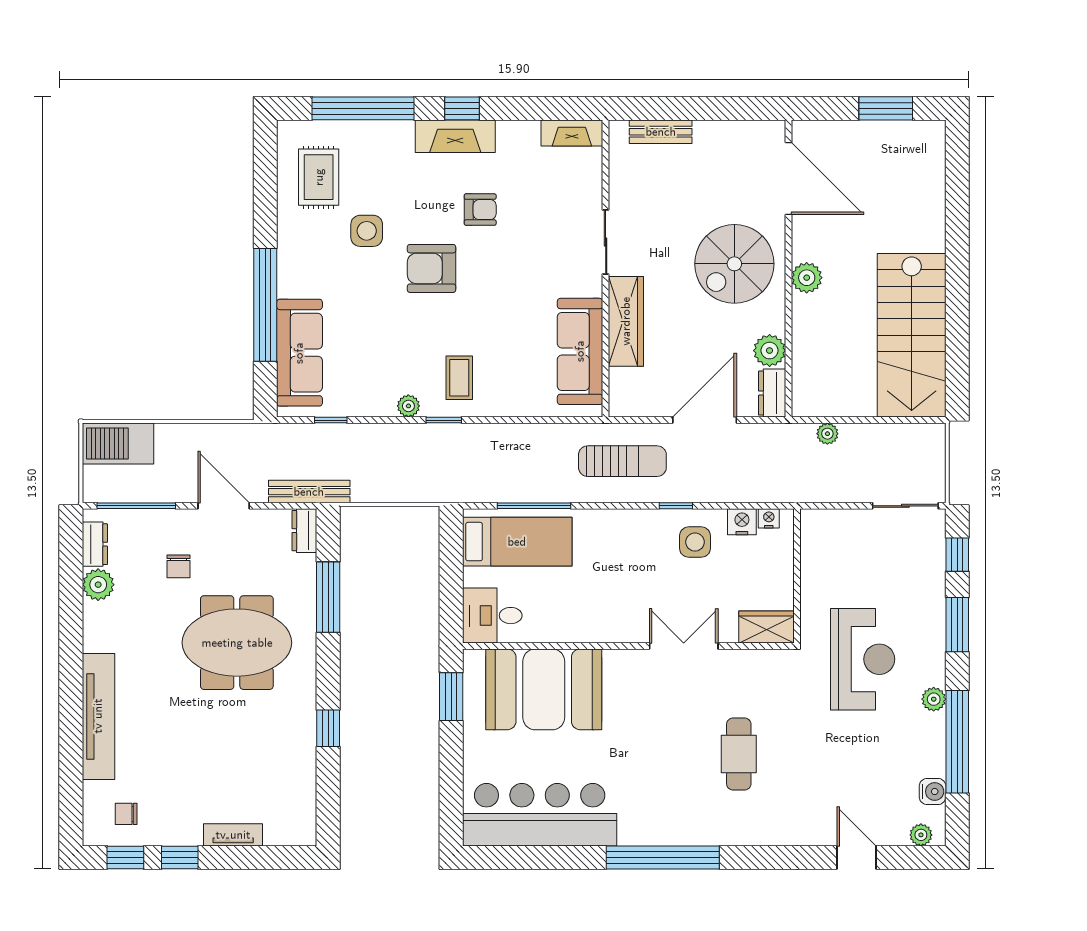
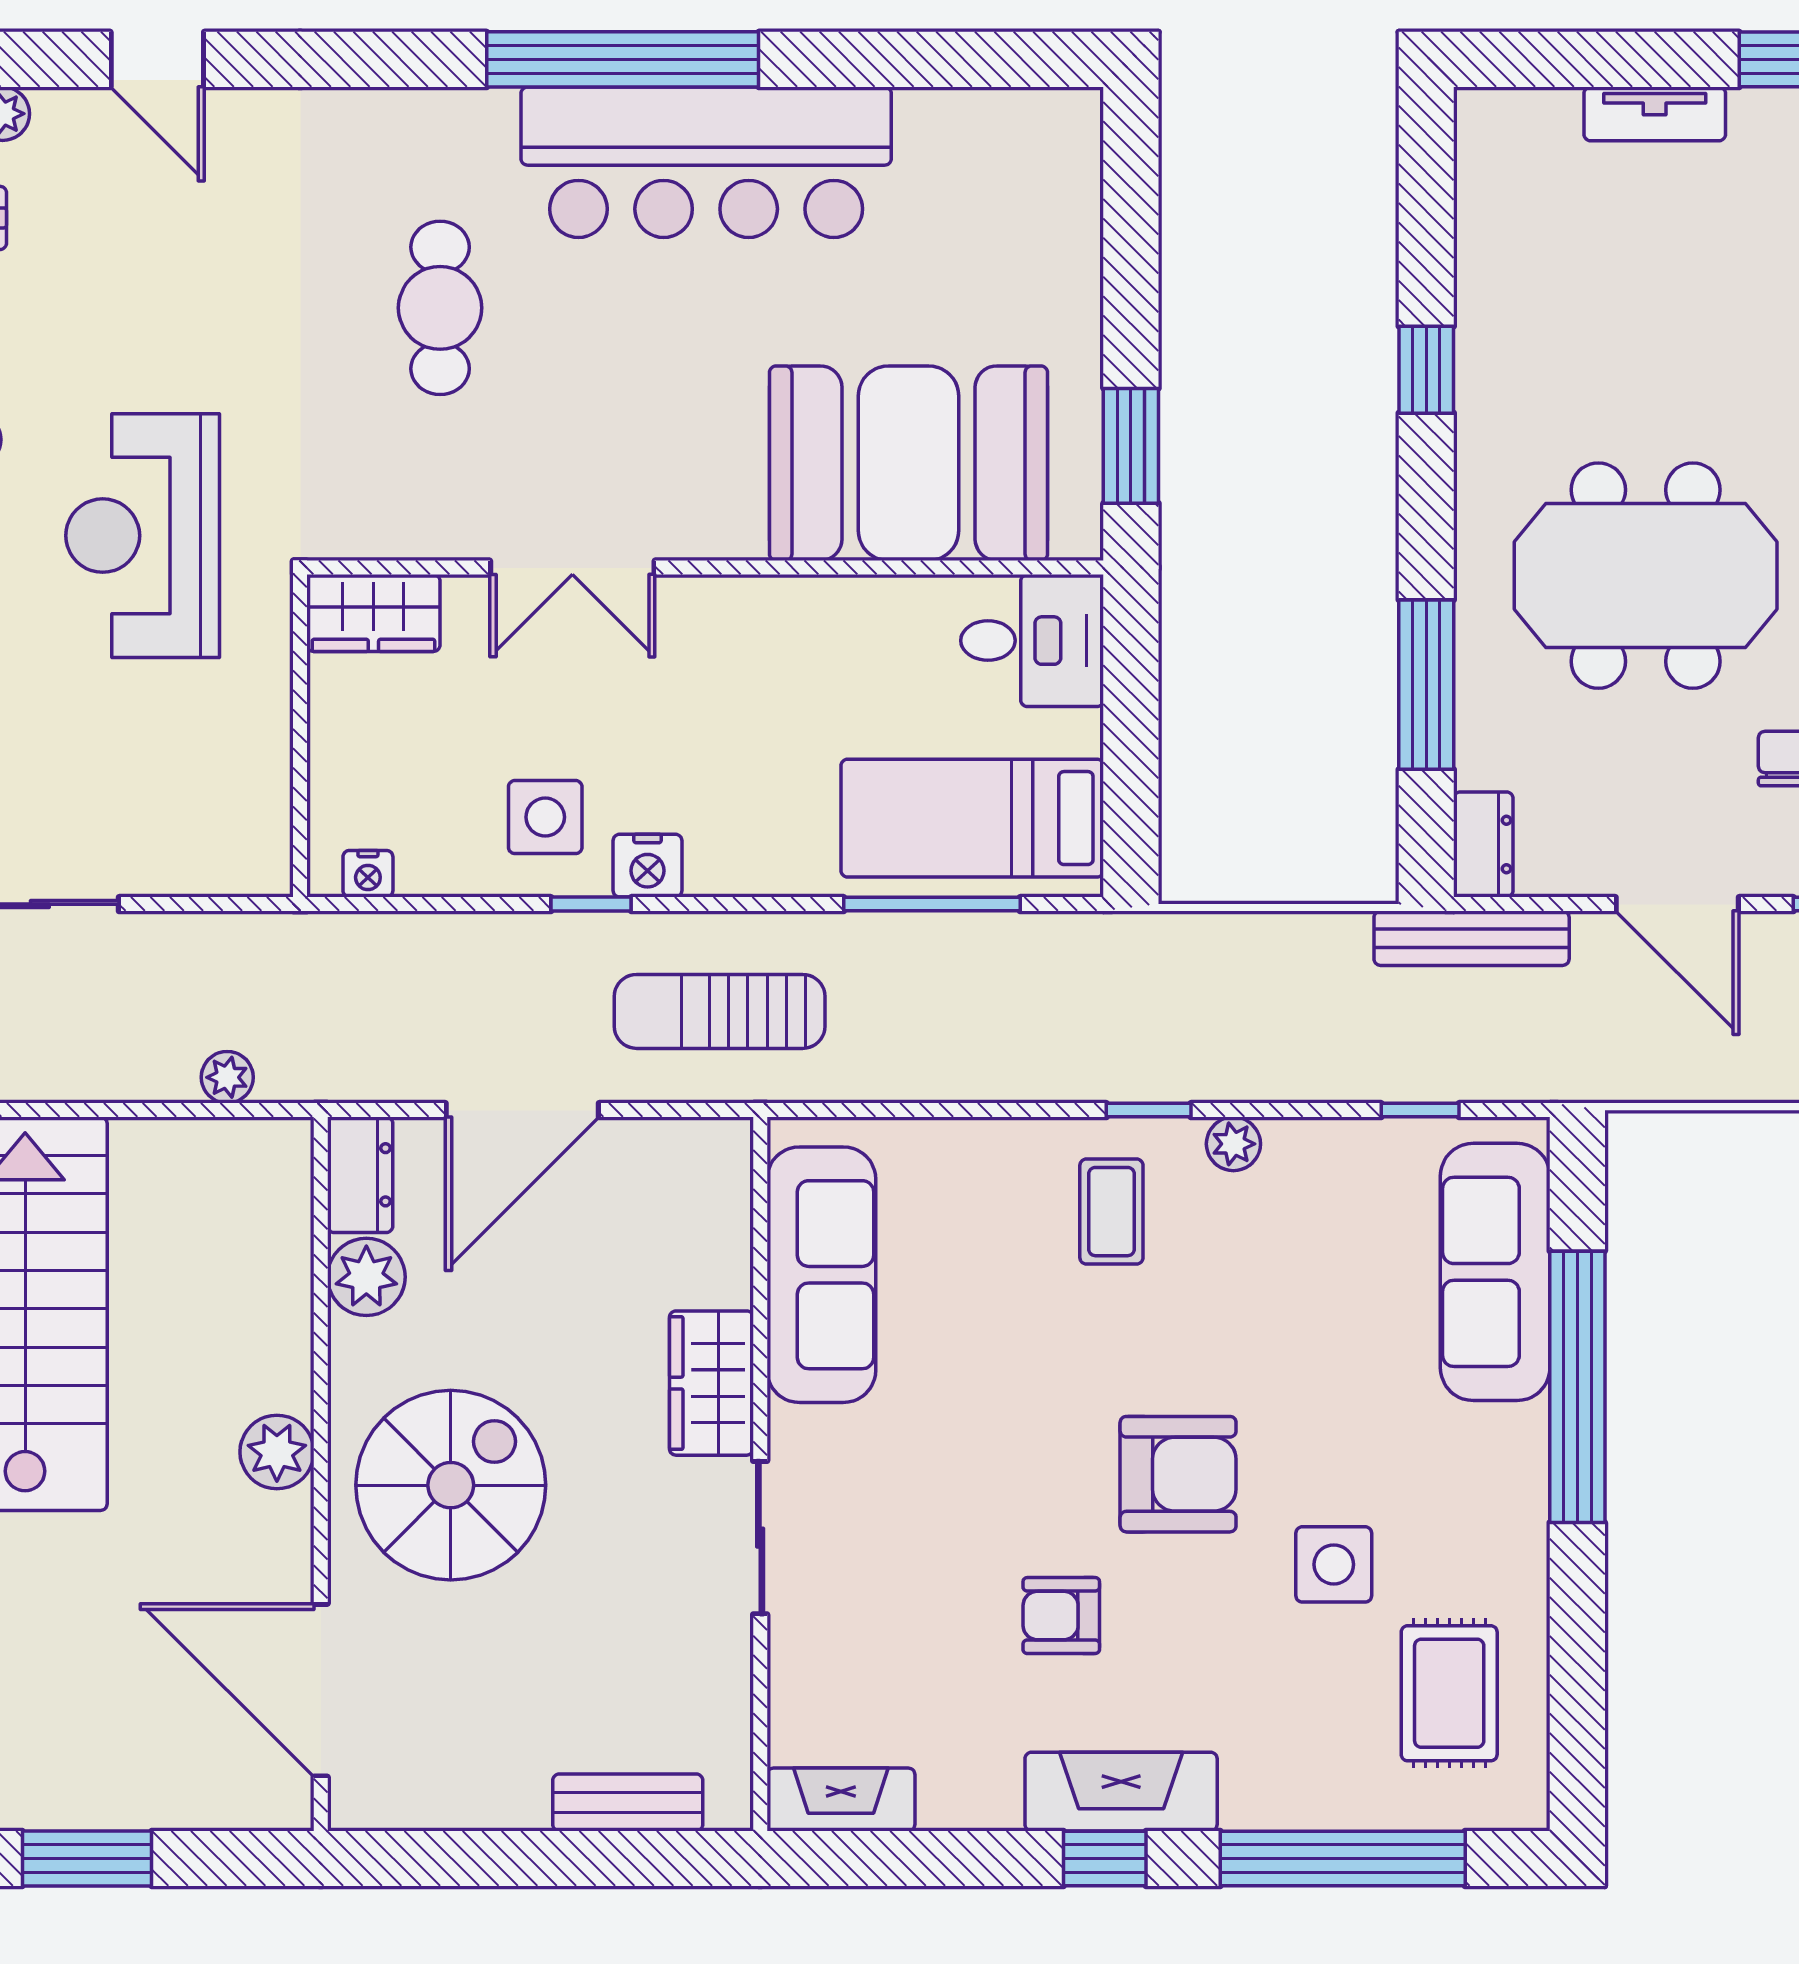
wardrobe: (626, 321) -> (711, 1383), width x0.67
nightstand: (742, 522) -> (648, 866), moved
bar counter: (540, 815) -> (706, 162), moved

